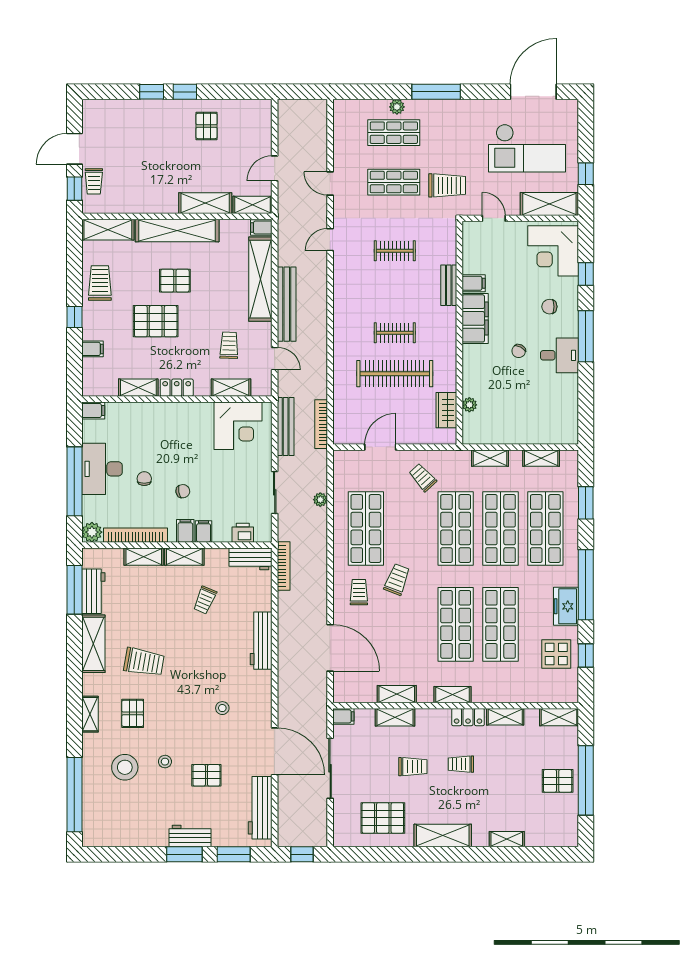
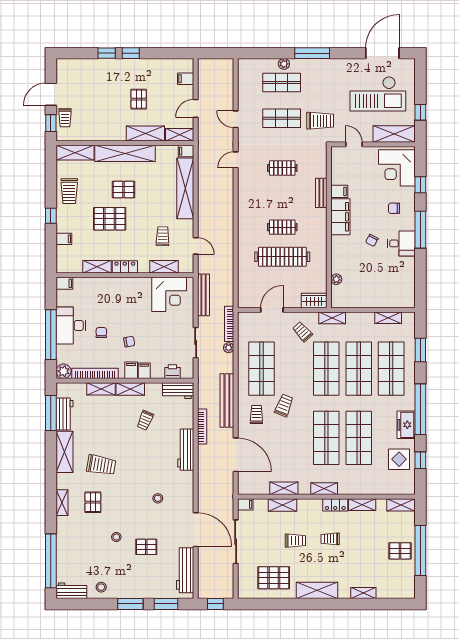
pallet: (207, 126) -> (139, 99), moved
filing cabinet: (261, 127) -> (186, 79), added
trolley: (100, 283) -> (69, 191), turned 180
bench: (287, 304) -> (227, 400), moved
wardrobe: (446, 410) -> (314, 300), moved, turned 90
bookcase: (321, 424) -> (229, 324), moved
shelving: (490, 458) -> (332, 318), moved
bookcase: (284, 566) -> (202, 427), moved
stool: (125, 767) -> (101, 587), moved, width x0.53, depth x0.53
workbench: (190, 836) -> (71, 591), moved

